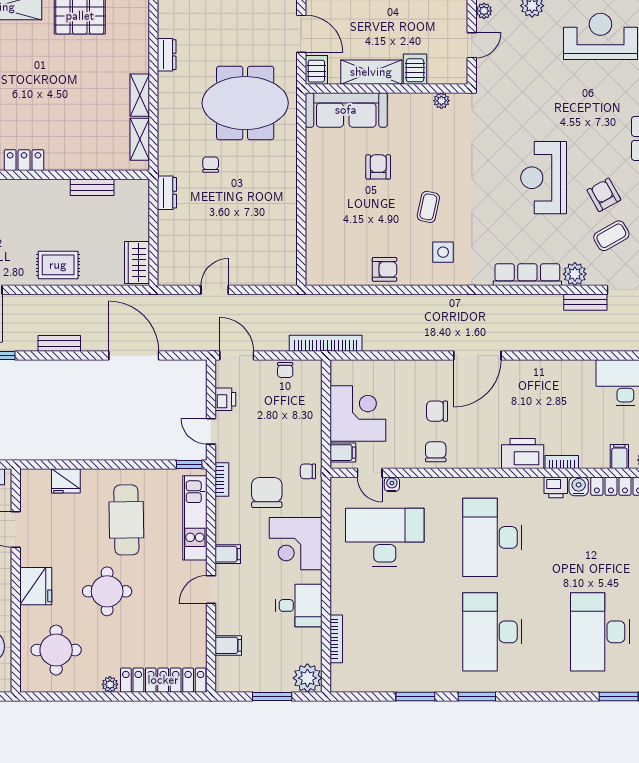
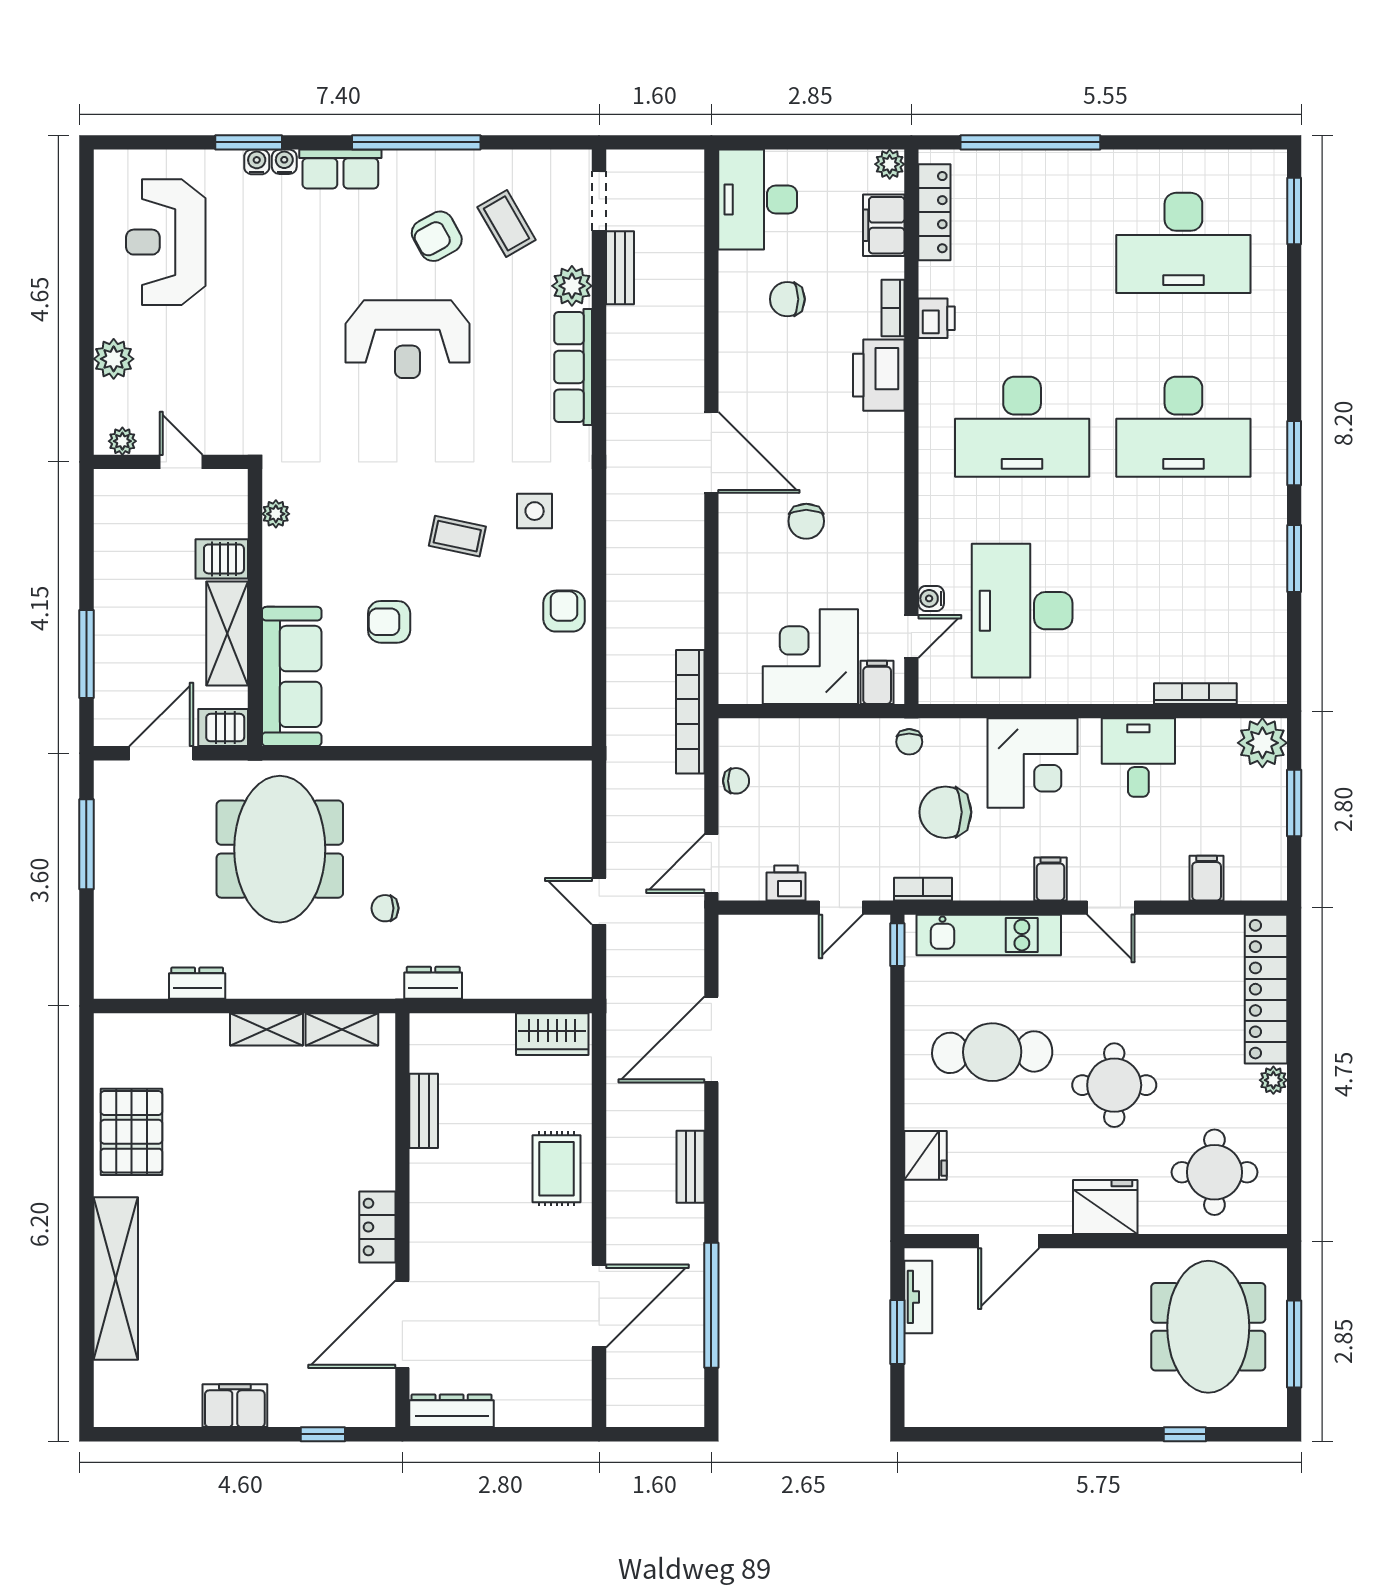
chair: (436, 452) -> (787, 299), moved
filing cabinet: (619, 457) -> (884, 225), width x2.00
water cooler: (579, 486) -> (935, 279), removed

